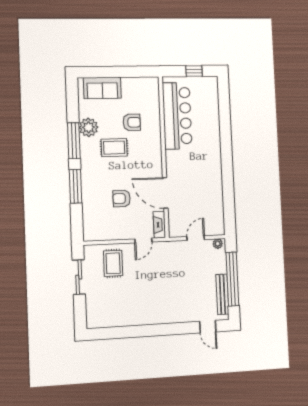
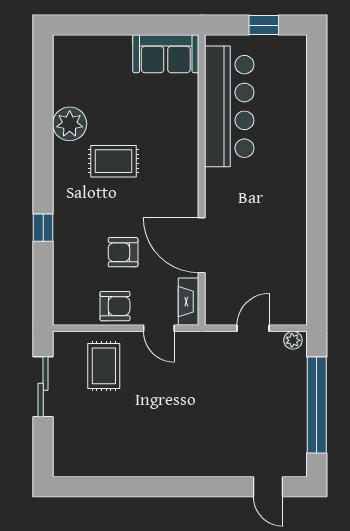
sofa: (102, 88) -> (166, 54), moved
armchair: (132, 122) -> (115, 306), moved
window: (74, 141) -> (43, 147), removed
window: (75, 186) -> (43, 228), width x0.46
door: (143, 240) -> (159, 328), hinge flipped
bench: (222, 294) -> (297, 431), removed

